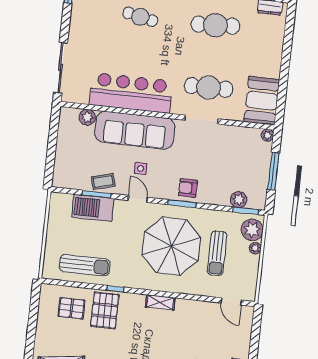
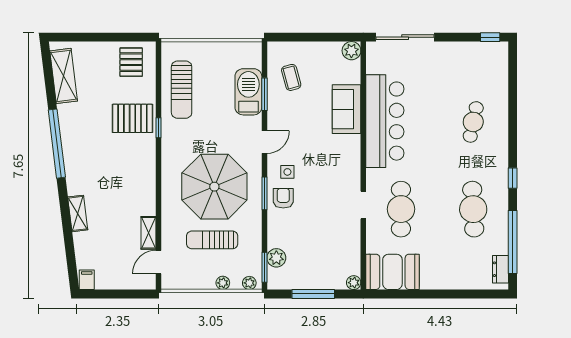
plant: (87, 117) -> (351, 51), moved
doorway: (201, 120) -> (363, 205), width x0.73
sofa: (135, 130) -> (347, 109), width x0.54, depth x0.79
side table: (141, 168) -> (287, 172), moved
coffee table: (103, 181) -> (291, 77), moved
plant: (252, 230) -> (249, 283), width x0.53, depth x0.53
shelving: (160, 302) -> (149, 233), moved
pallet: (71, 308) -> (131, 62), moved

